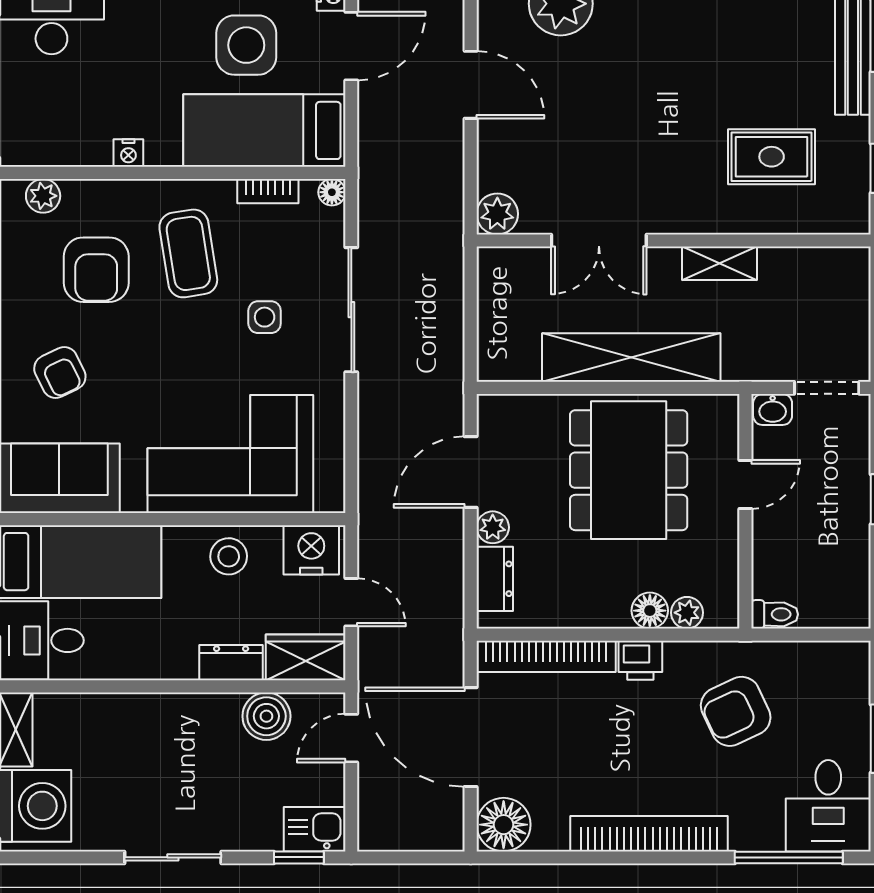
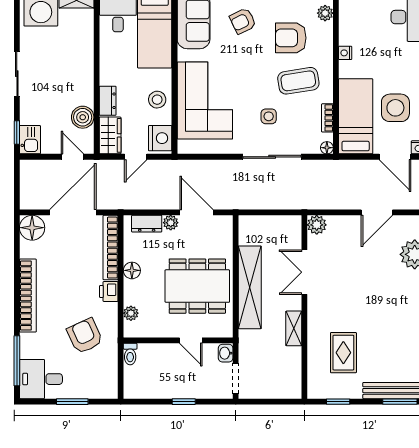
floor lamp: (650, 611) -> (132, 270), moved

